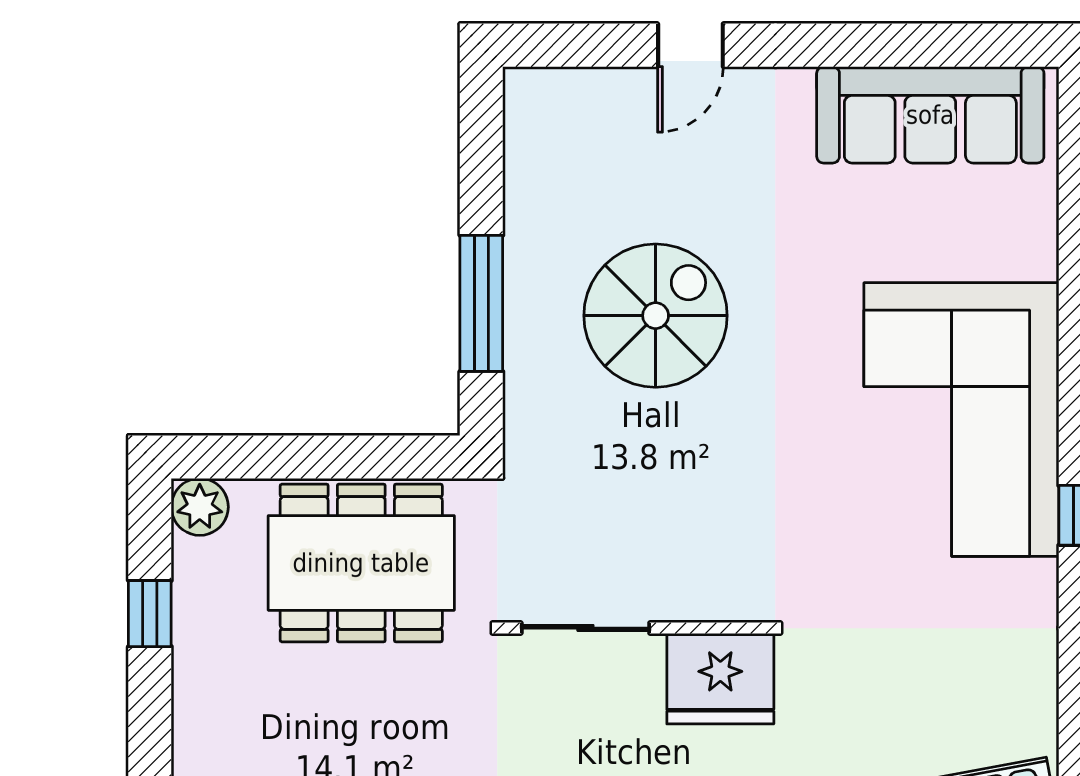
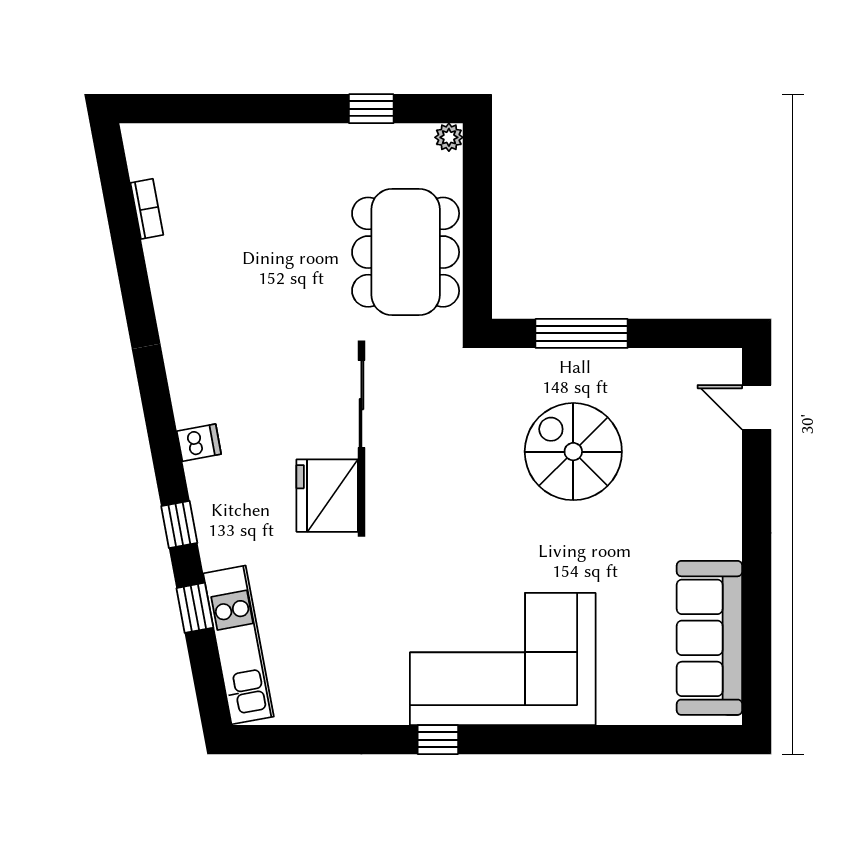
door: (690, 45) -> (757, 407), moved
spiral stairs: (656, 316) -> (573, 452), turned 180
plant: (200, 507) -> (449, 137), width x0.73, depth x0.73

